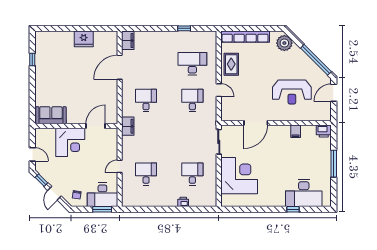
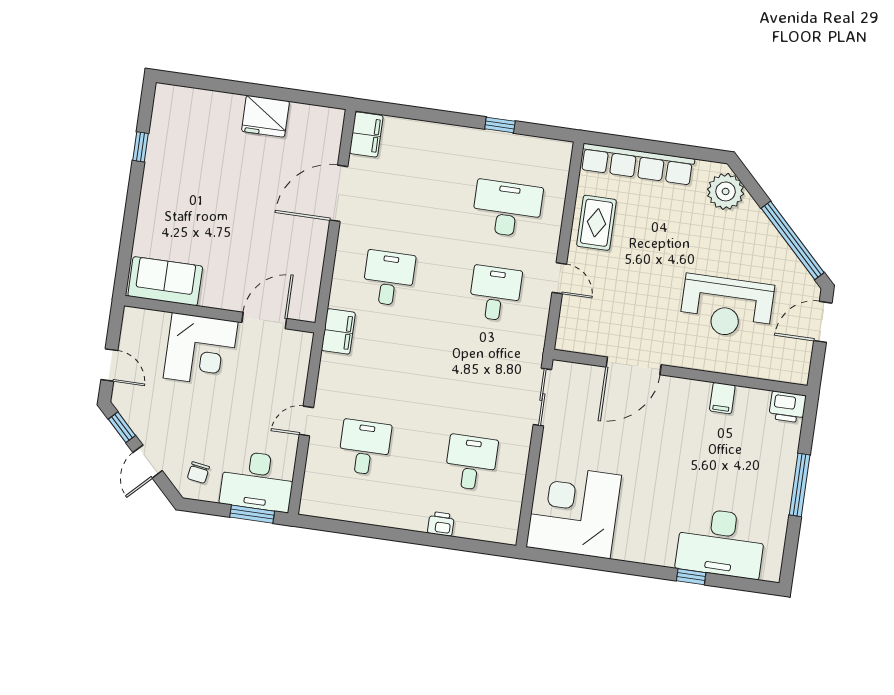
corner desk: (239, 176) -> (574, 511), moved, turned -90

